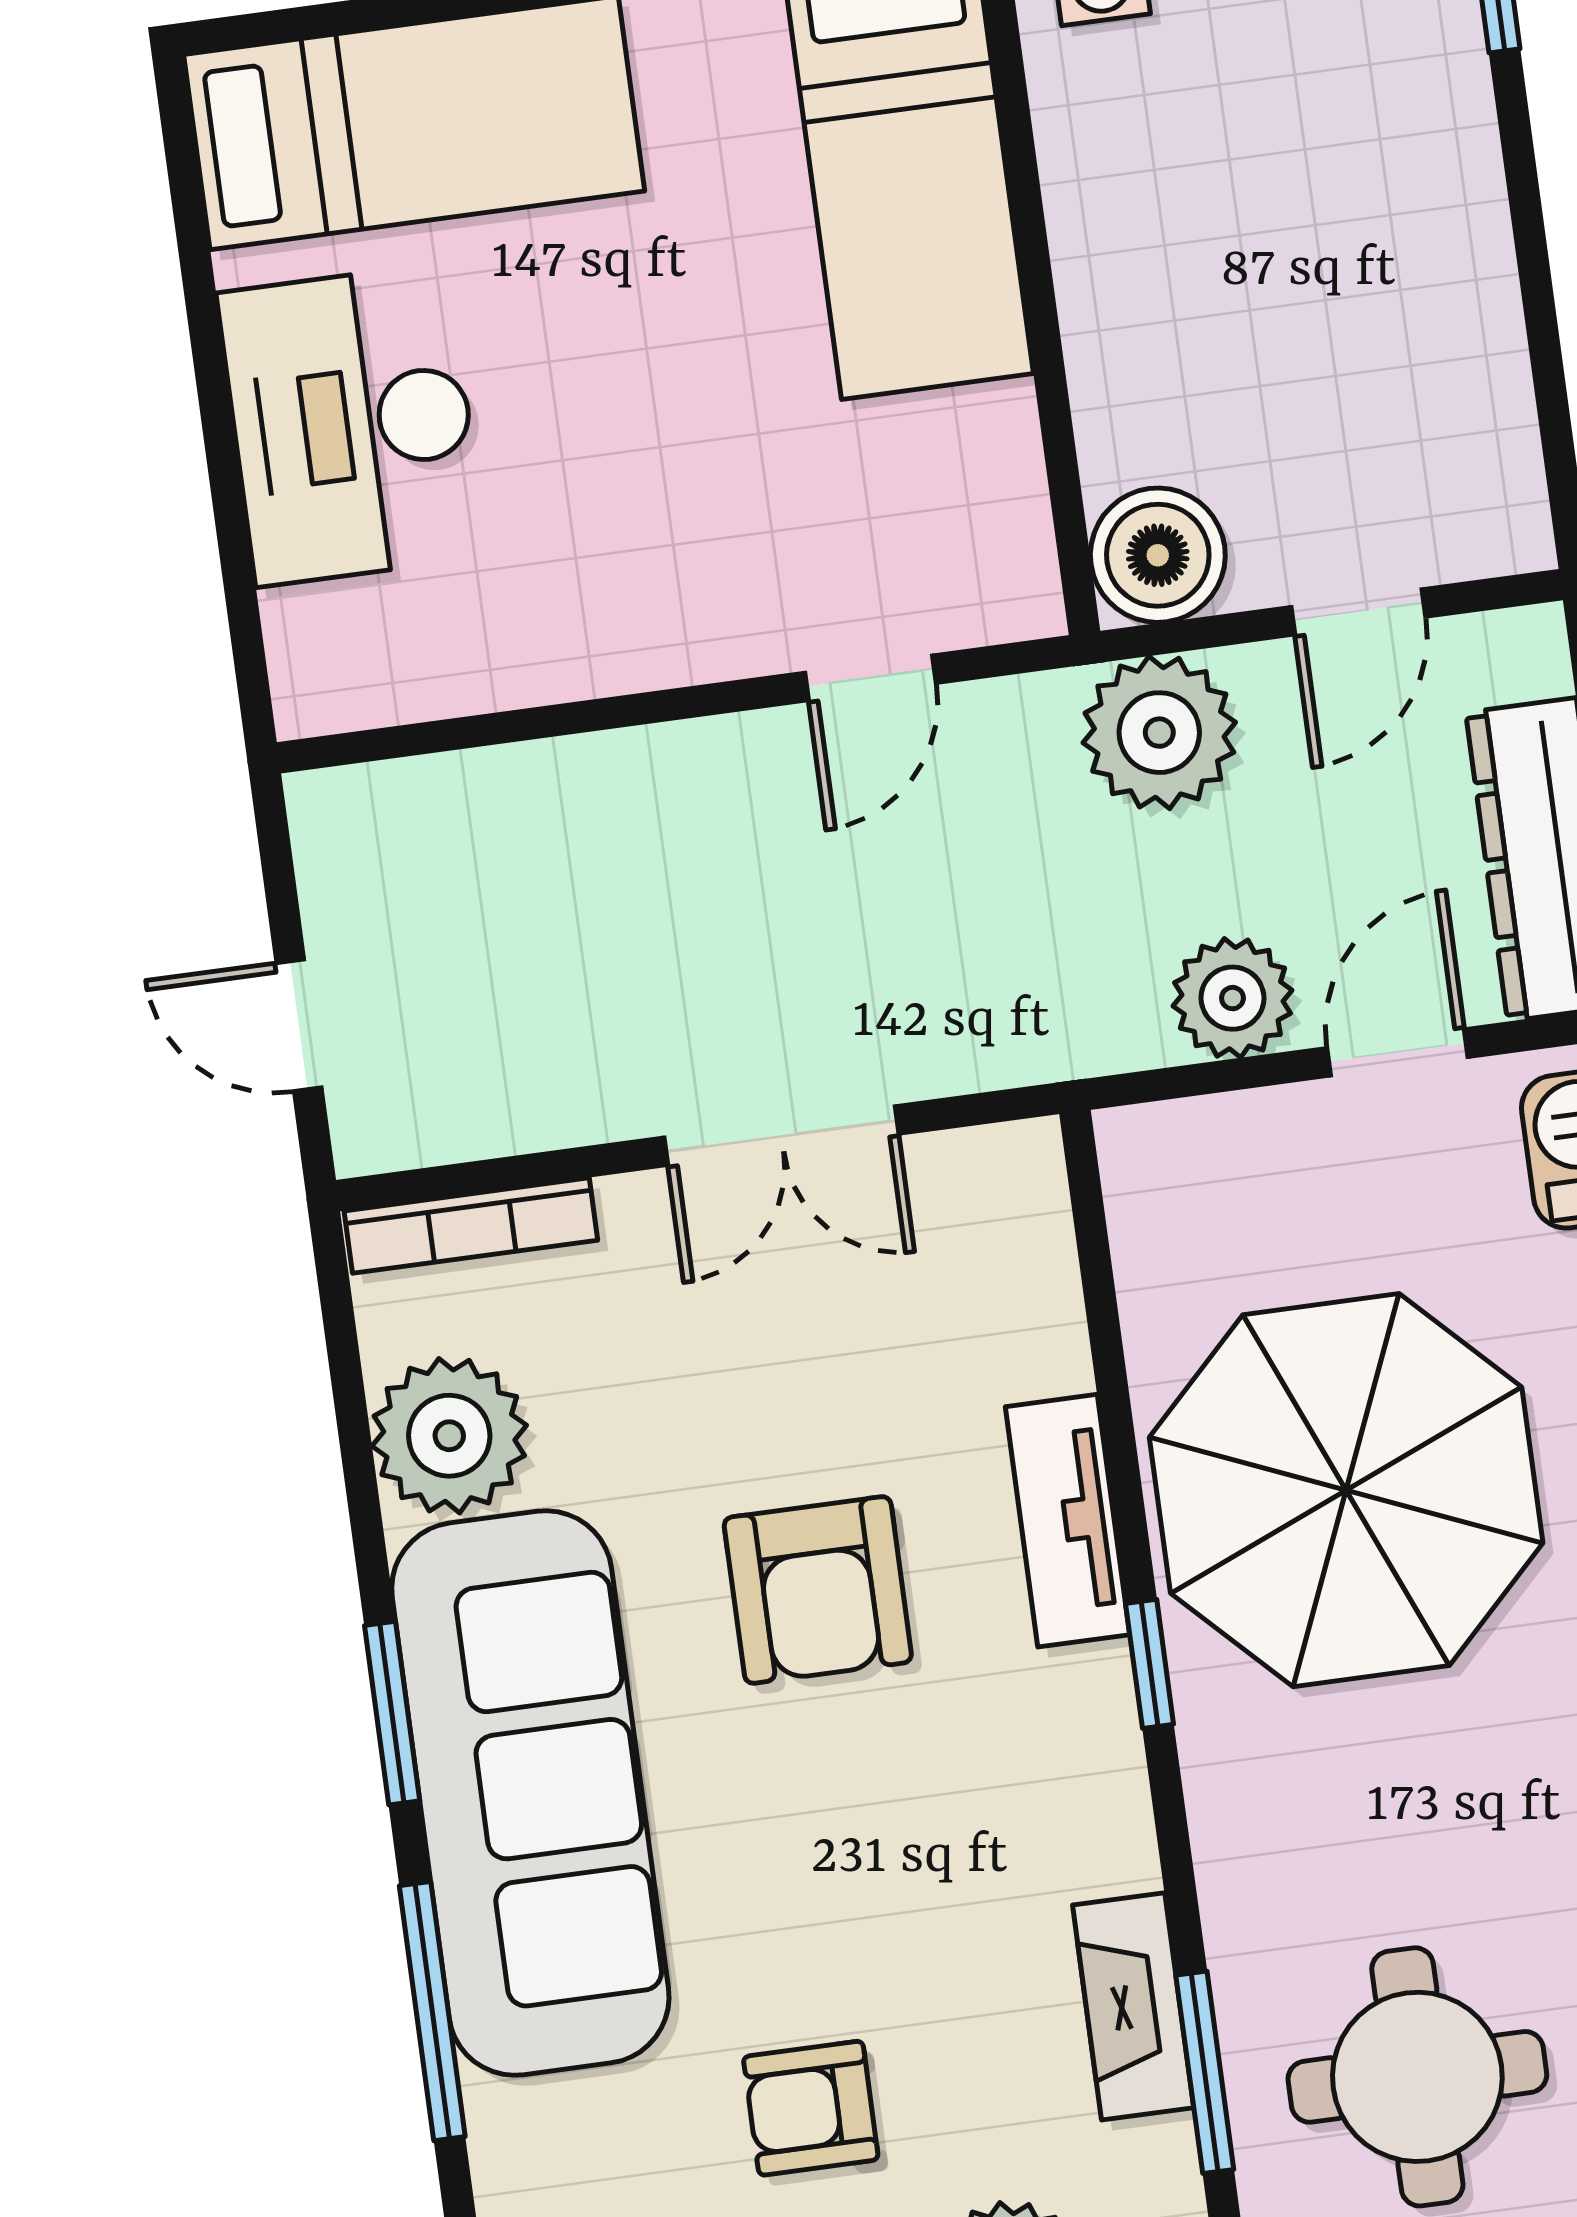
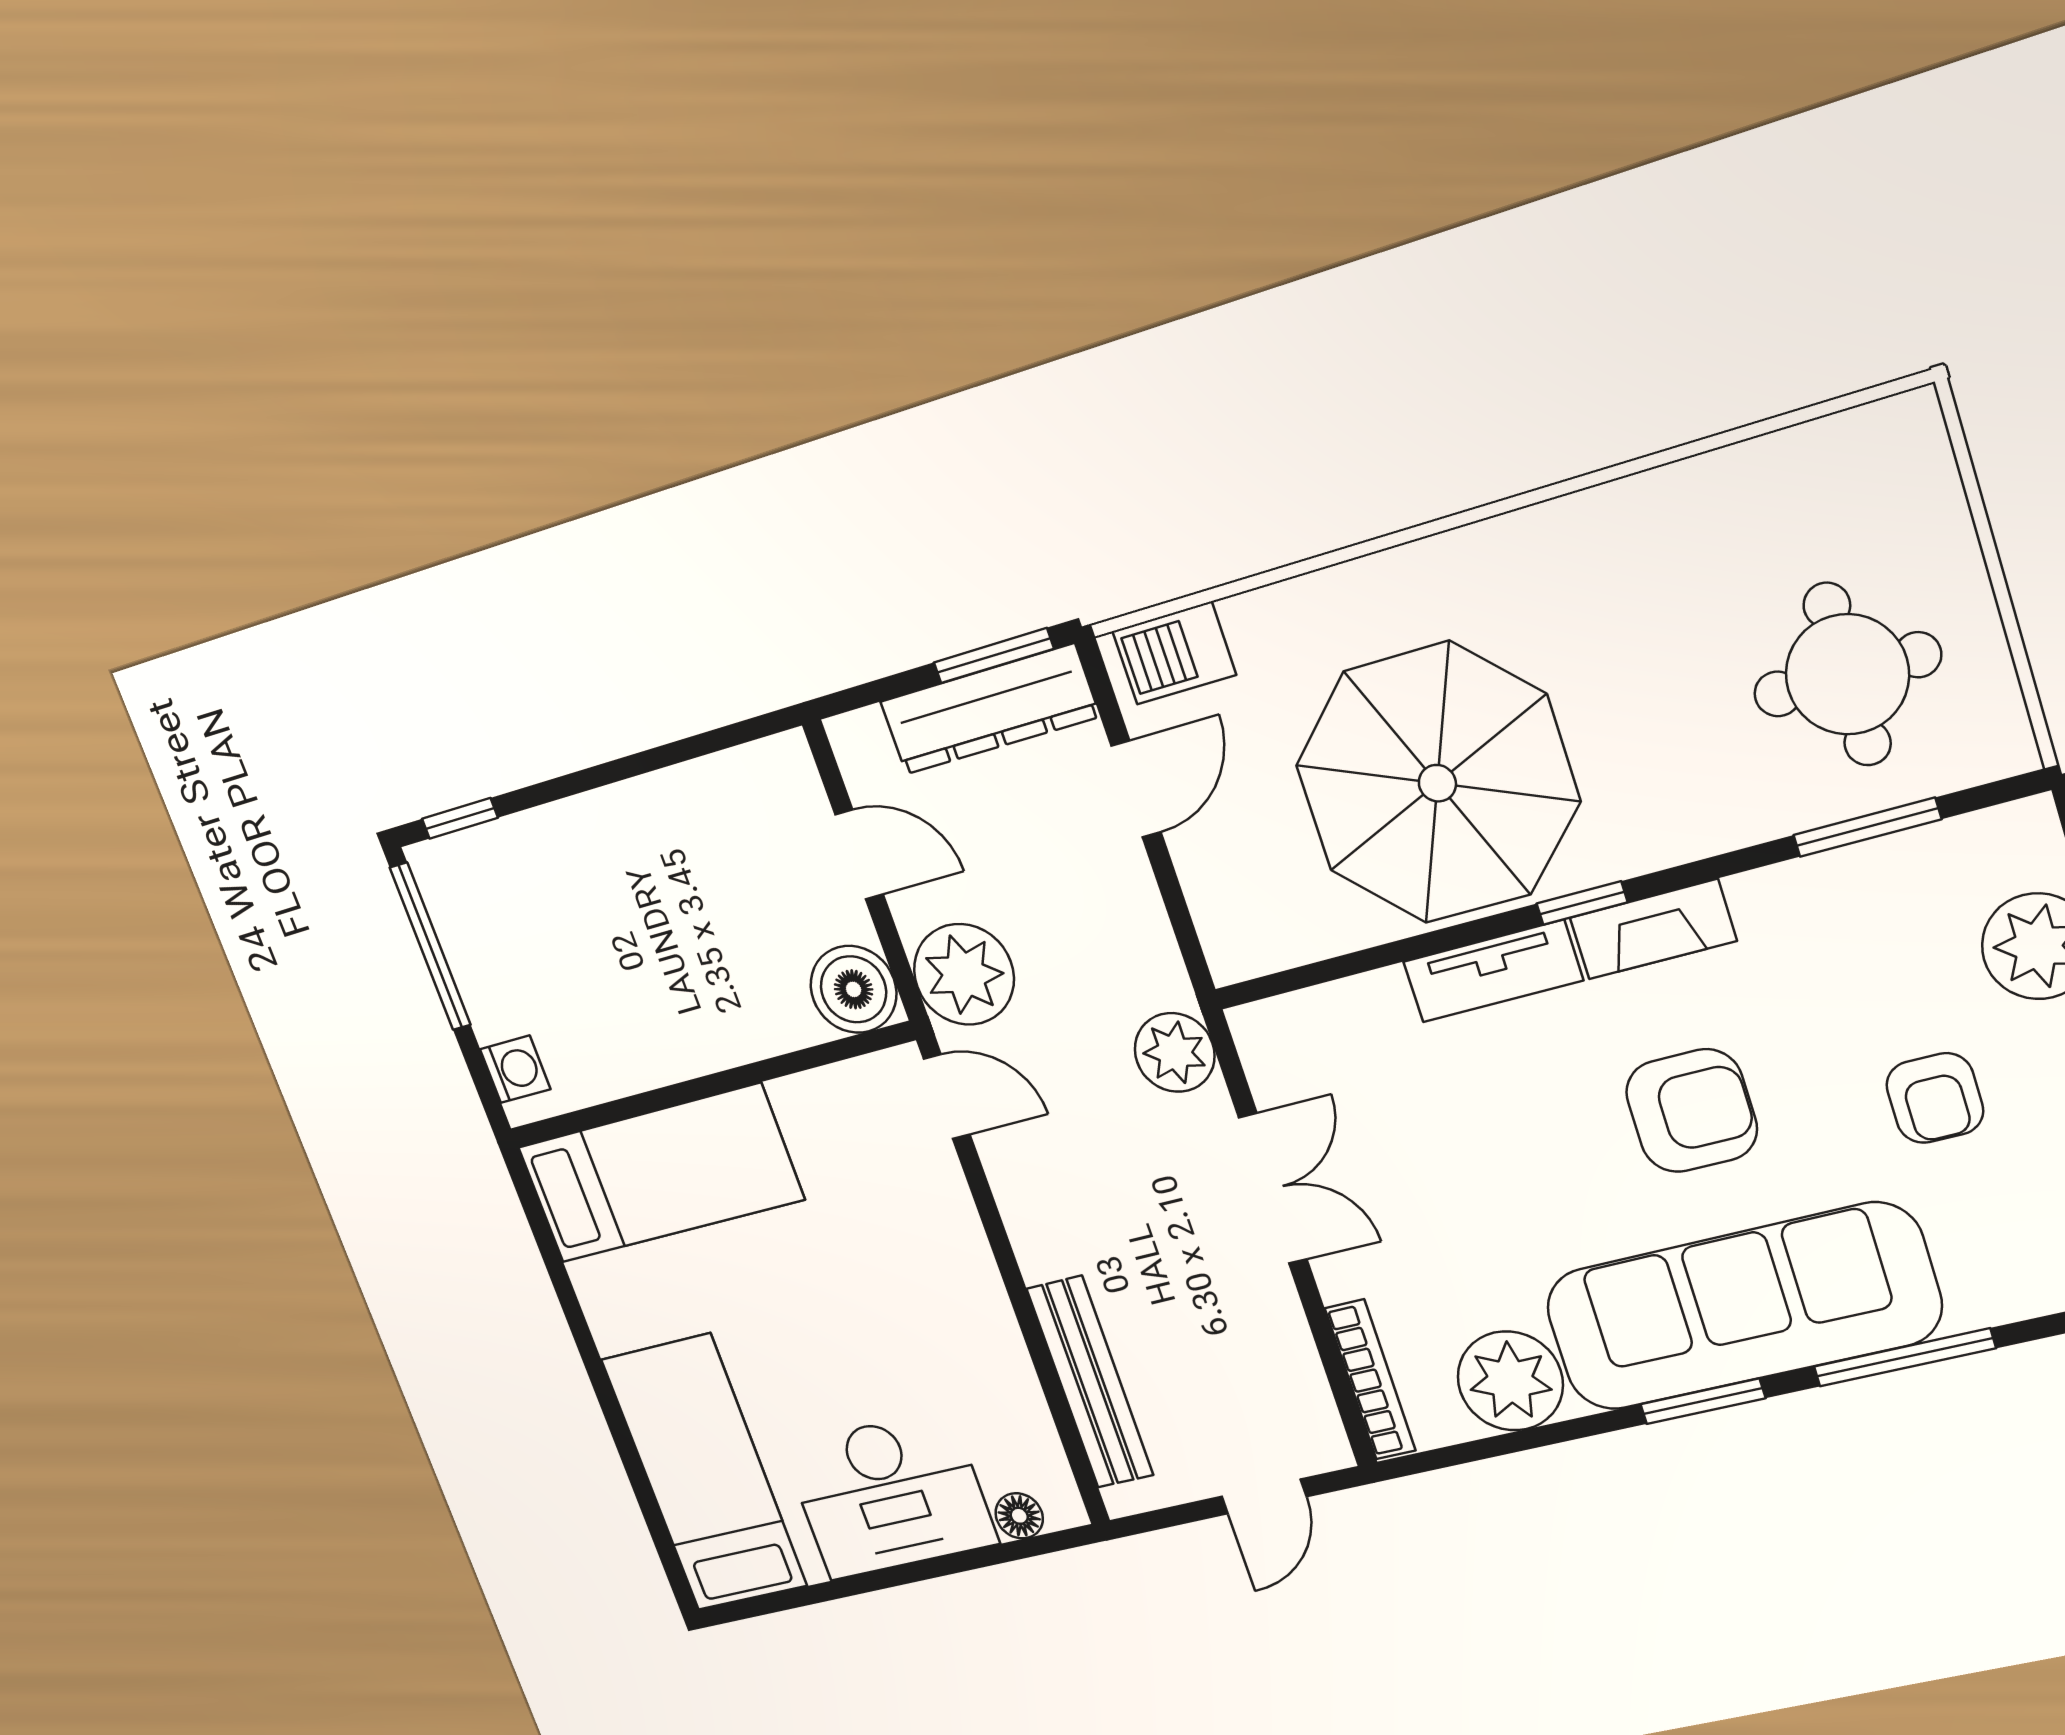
floor lamp: (300, 629) -> (1019, 1516), added
door: (870, 678) -> (947, 1097), moved
bench: (507, 790) -> (1090, 1382), added
plant: (1233, 998) -> (1175, 1052), moved
door: (1398, 1052) -> (1136, 789), swing flipped
armchair: (818, 1590) -> (1692, 1111), moved
fireplace: (1133, 2006) -> (1653, 929), moved

